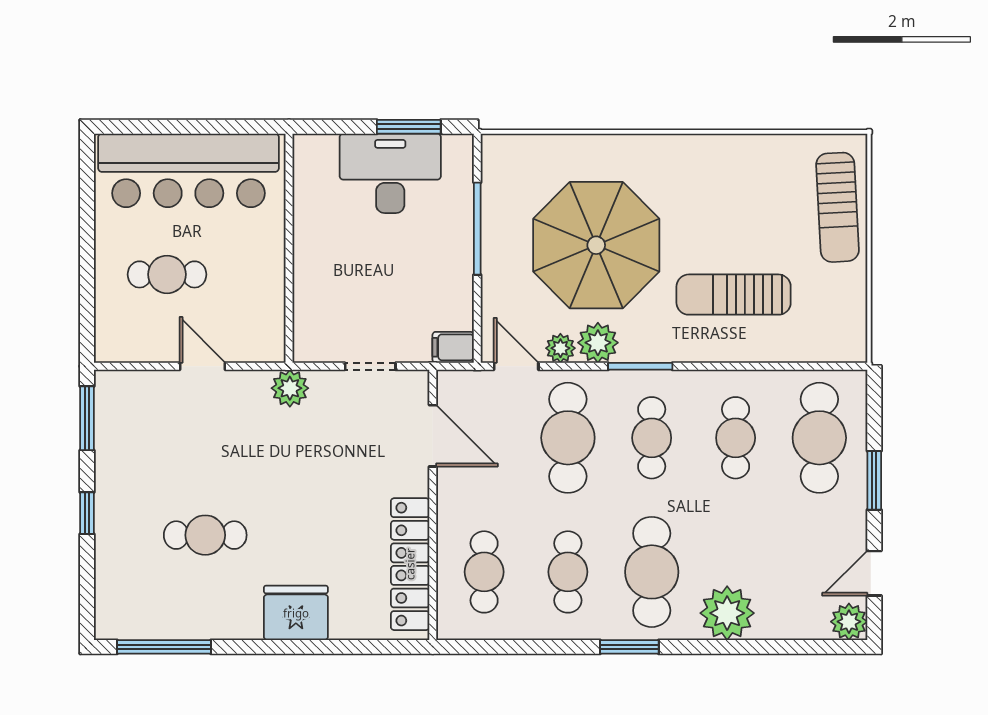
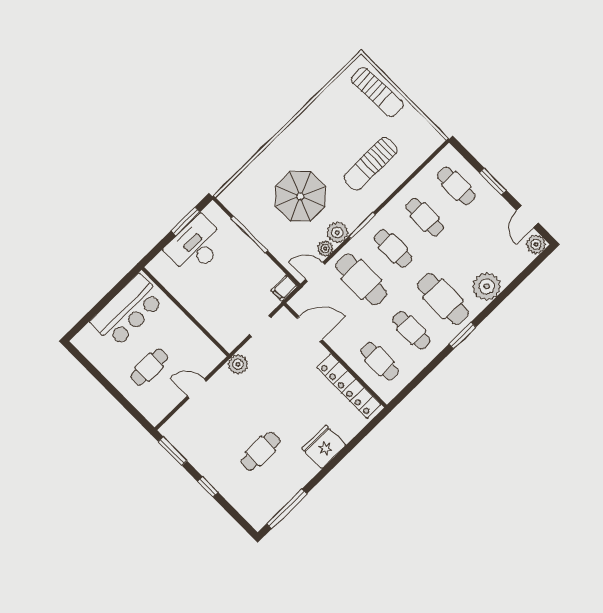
bar counter: (189, 170) -> (128, 311), width x0.73
parasol: (596, 245) -> (300, 196), width x0.73, depth x0.73
cafe table: (819, 438) -> (456, 186), width x0.73, depth x0.74

